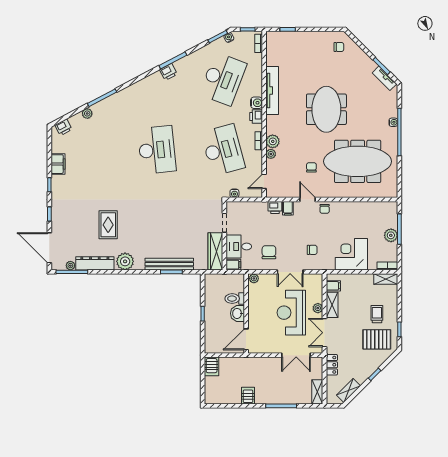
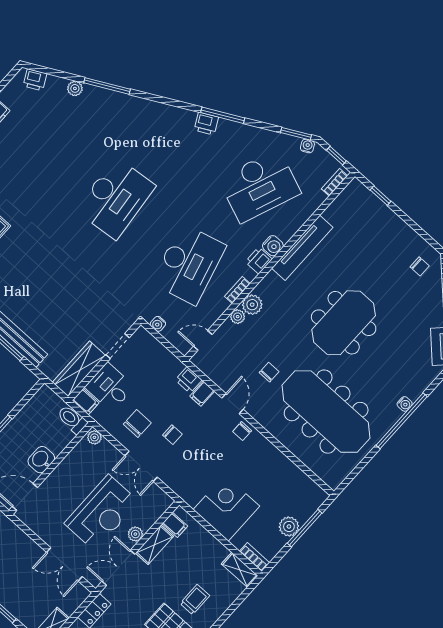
chair: (312, 250) -> (172, 435), moved
toilet: (235, 299) -> (72, 419), moved
reception desk: (291, 313) -> (102, 513), turned 180

